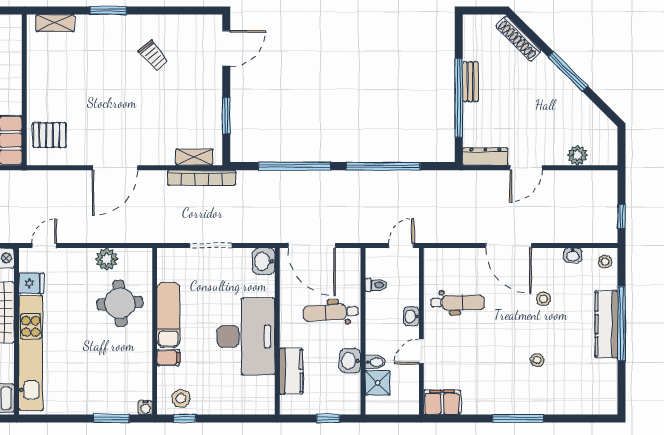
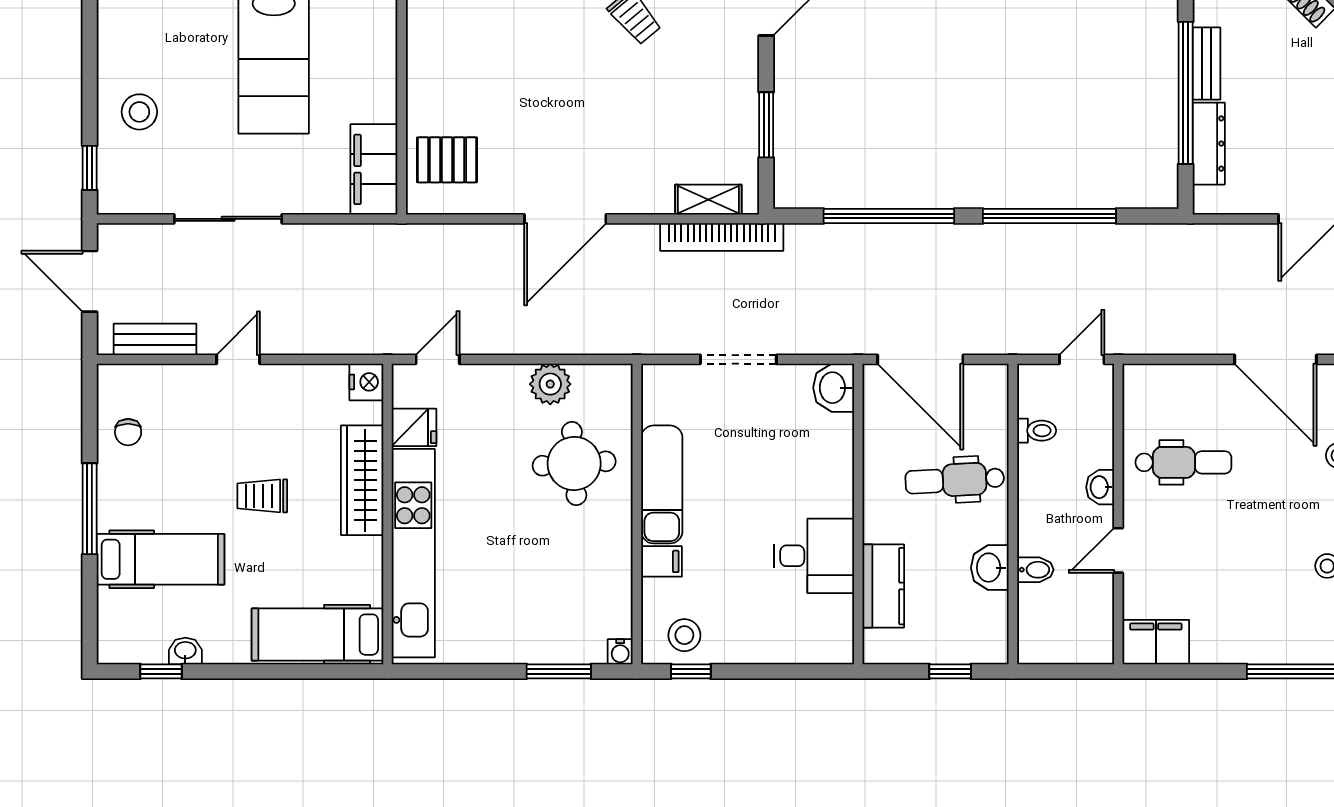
dresser: (485, 156) -> (1209, 144), moved, turned 90
desk: (246, 336) -> (814, 556), width x0.53, depth x0.77
shower: (378, 383) -> (1039, 607), removed

